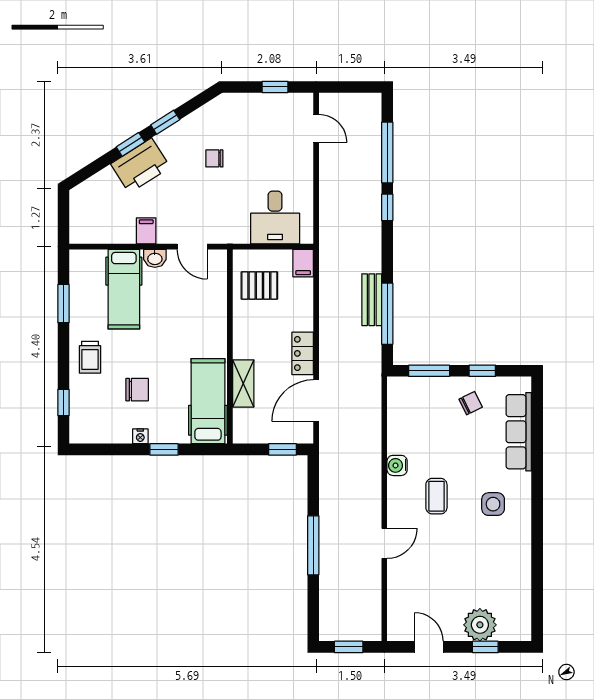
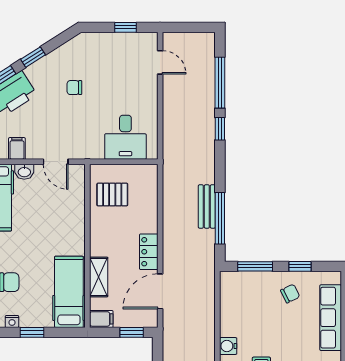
filing cabinet: (303, 263) -> (101, 319), moved, turned -90

